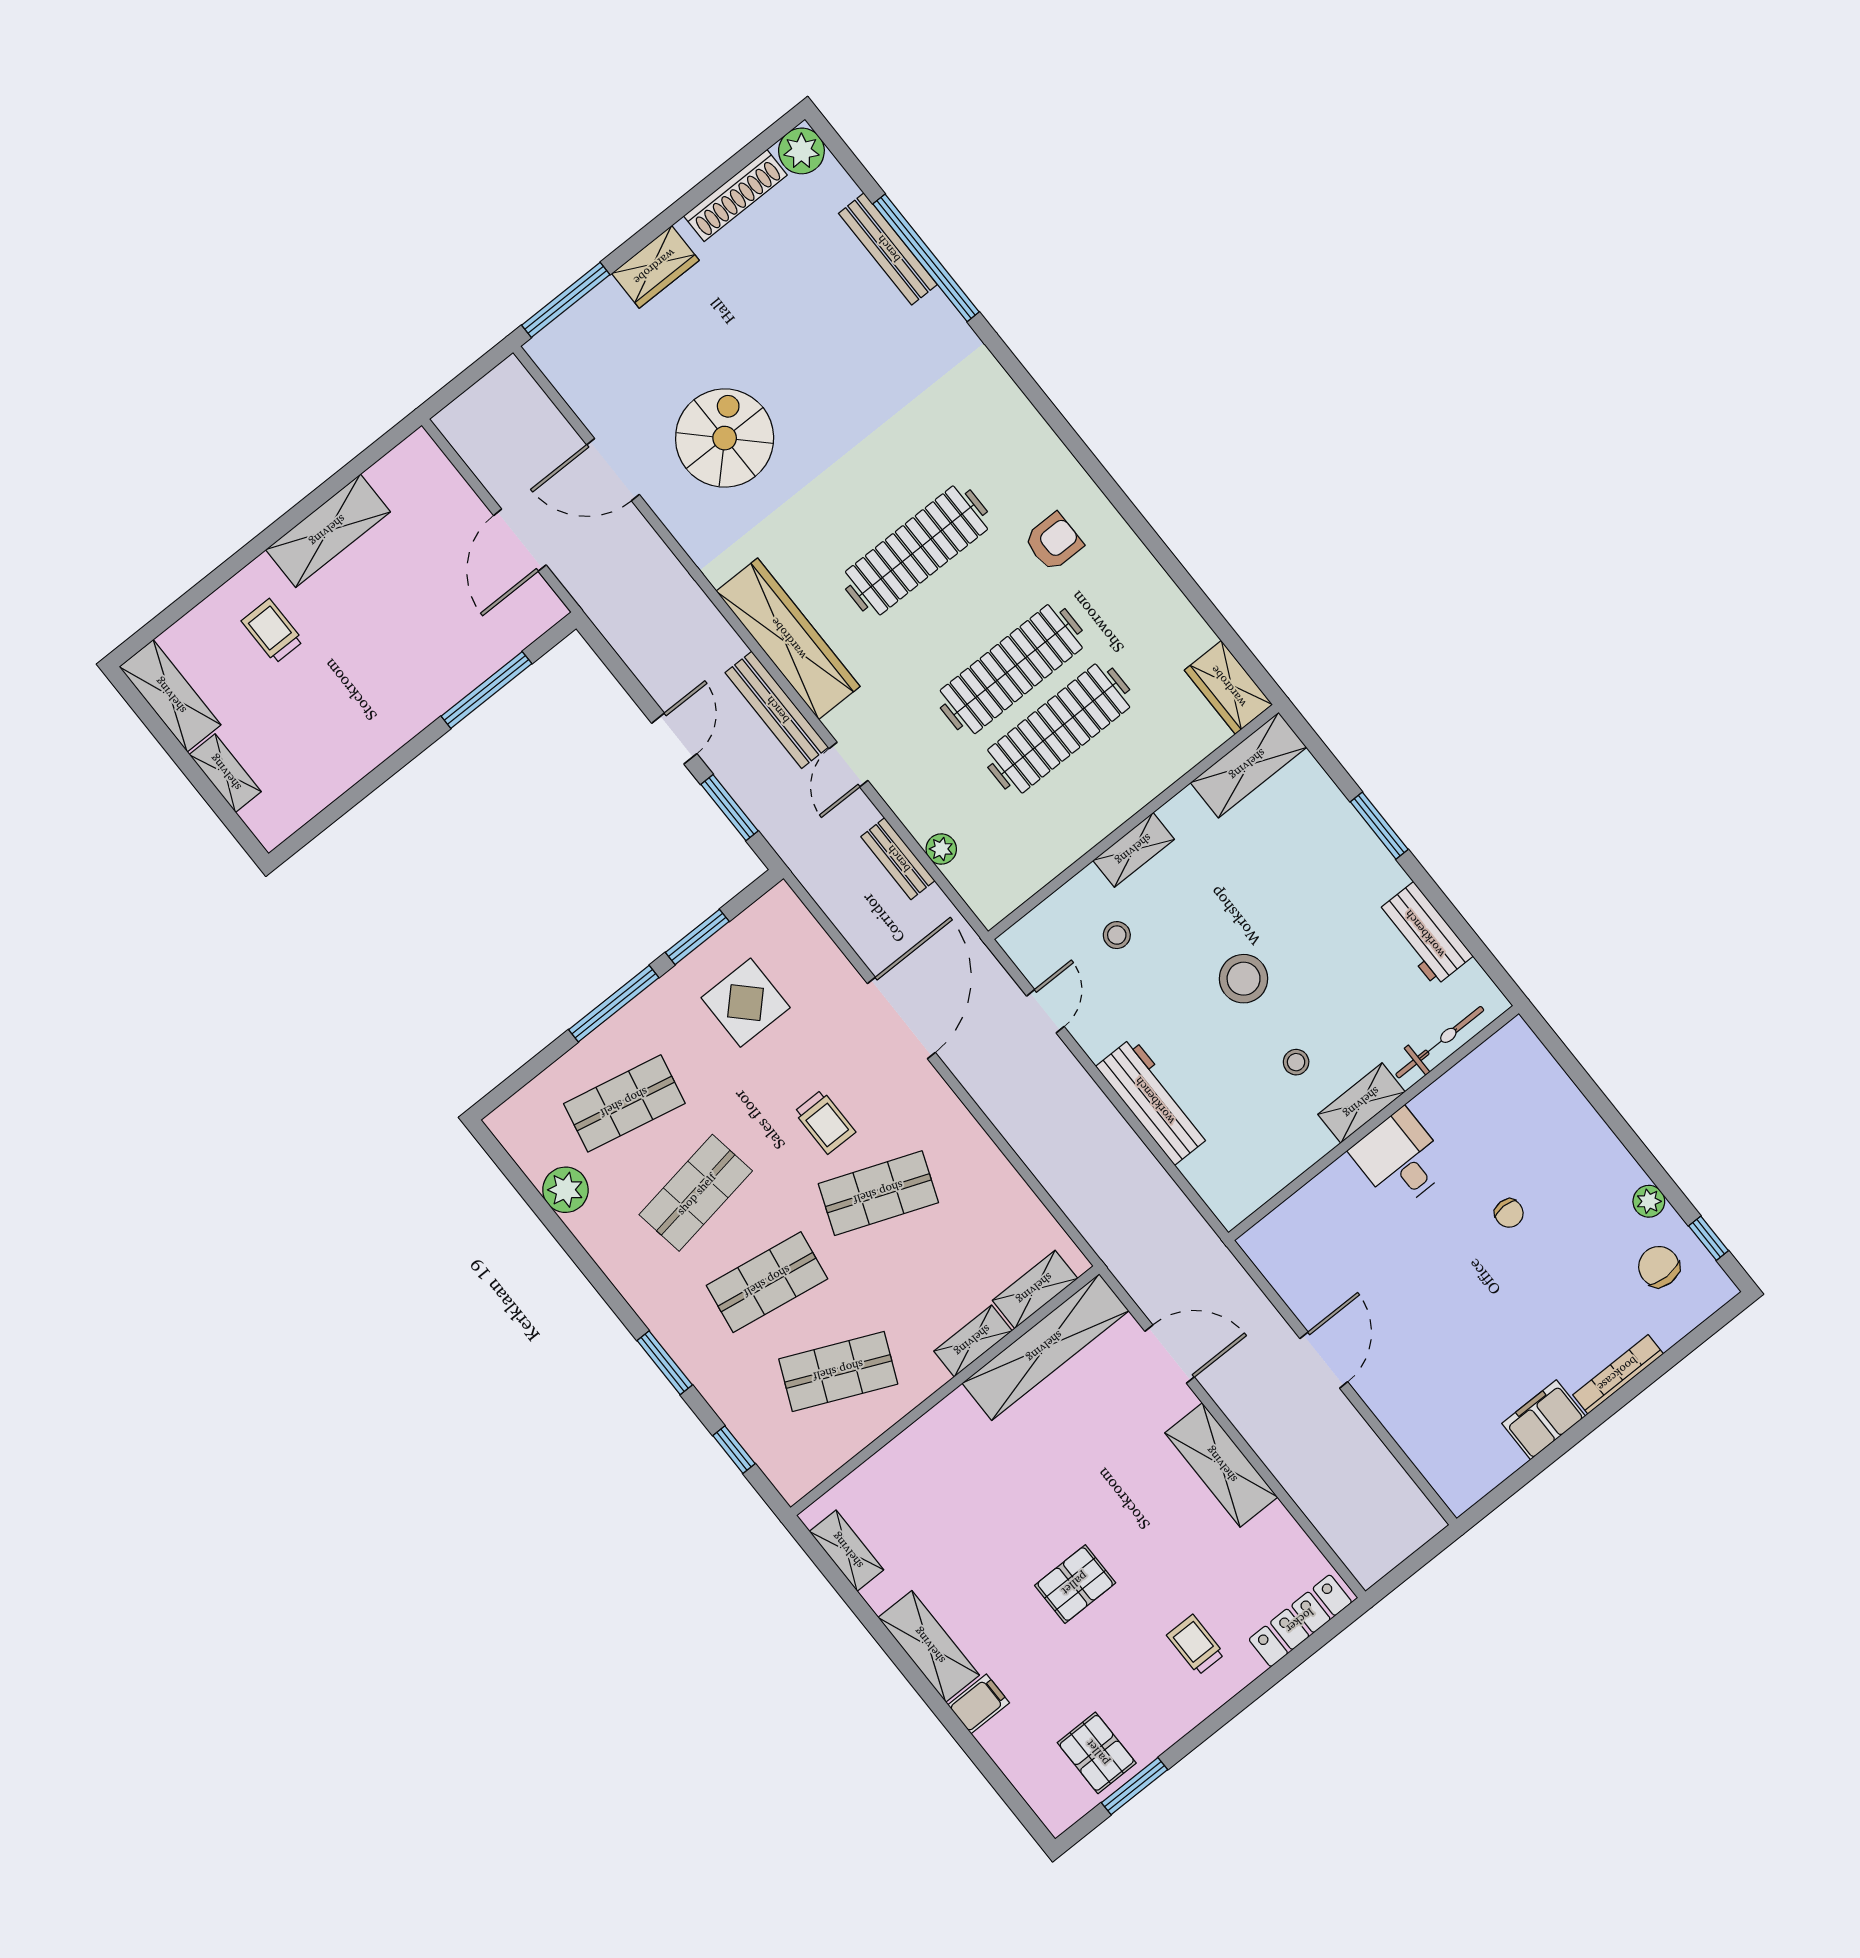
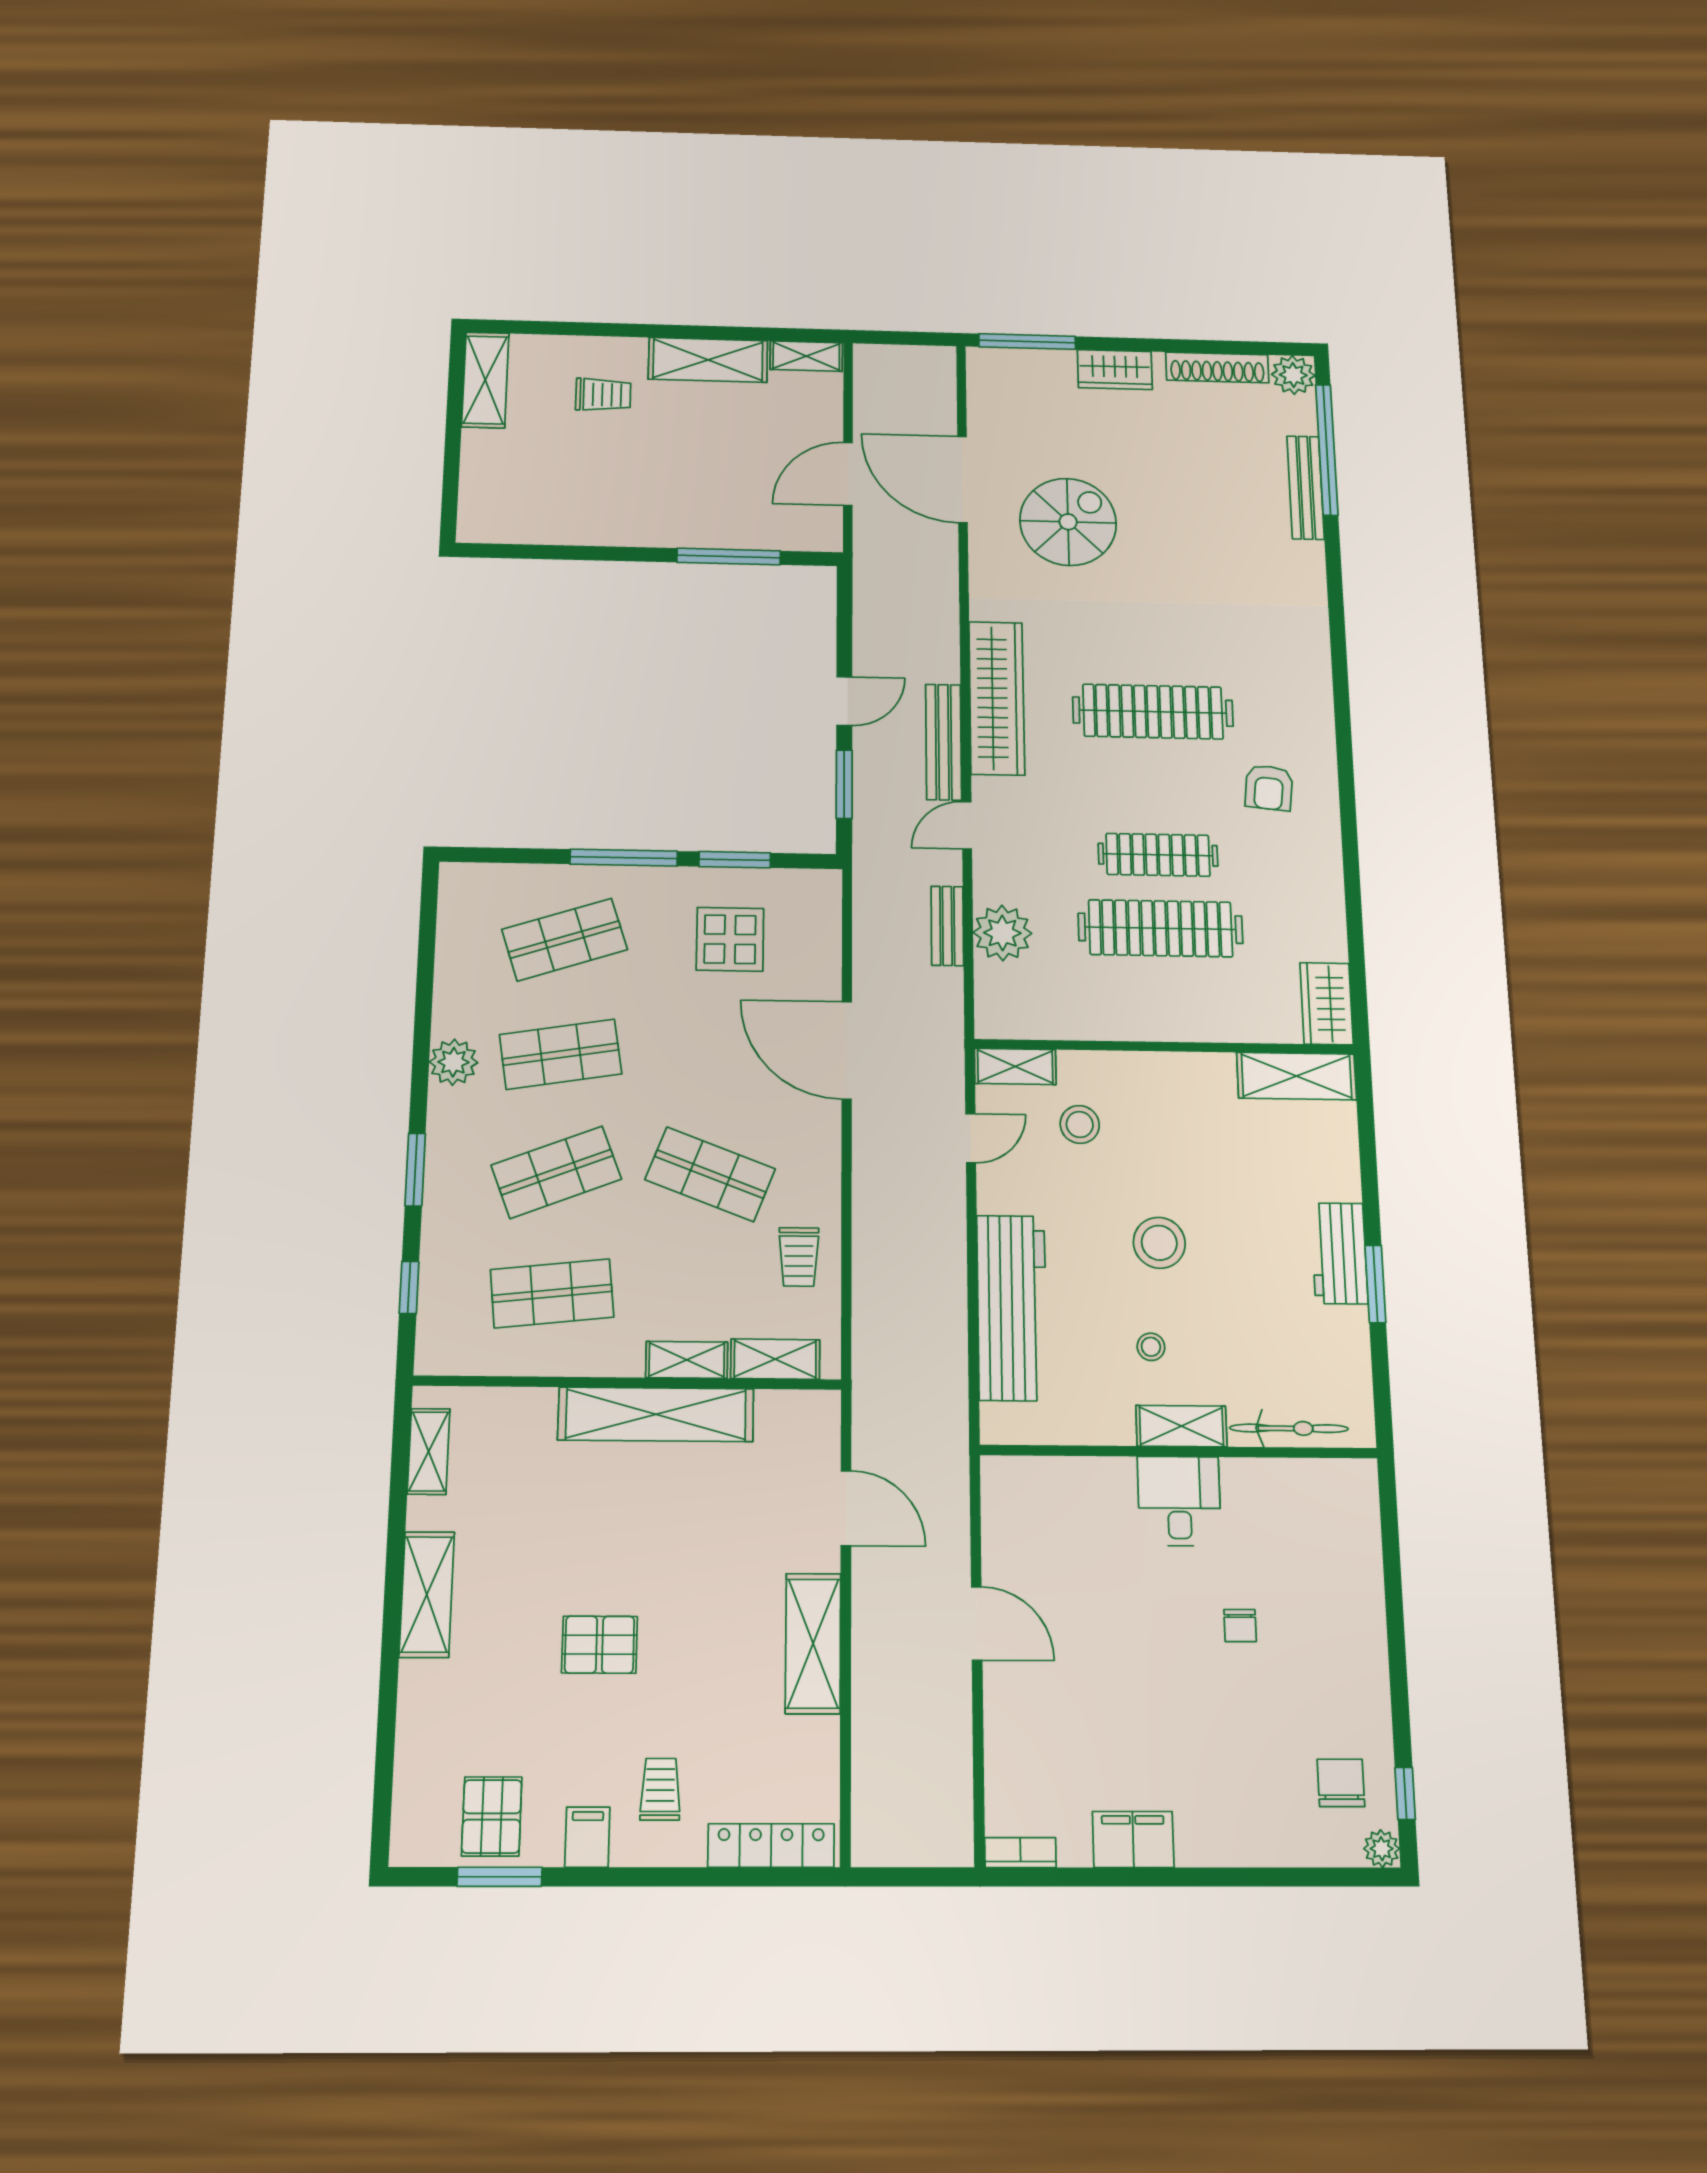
window: (926, 258) -> (1327, 450), moved
door: (613, 470) -> (963, 479), width x1.36
armchair: (1054, 542) -> (1269, 788), turned 96
trolley: (272, 631) -> (603, 395), turned 90
clothes rail: (1011, 669) -> (1158, 855), width x0.73, depth x0.76
shelving: (225, 773) -> (806, 356), moved, turned 90
window: (1379, 826) -> (1375, 1284), moved
plant: (941, 849) -> (1002, 933), width x1.88, depth x1.88
shelving: (1134, 850) -> (1015, 1066), moved
workbench: (1424, 934) -> (1339, 1253), moved
stool: (1117, 935) -> (1080, 1124), width x1.37, depth x1.37
door: (901, 1018) -> (847, 1050), swing flipped
workbench: (1154, 1101) -> (1012, 1307), width x1.36, depth x1.32
shop shelf: (624, 1103) -> (565, 940), turned -30
trolley: (825, 1122) -> (799, 1257), moved
plant: (565, 1190) -> (453, 1062), moved
plant: (1649, 1201) -> (1382, 1849), moved
shop shelf: (767, 1282) -> (556, 1172), turned -30
shelving: (1045, 1347) -> (656, 1414), moved
door: (1324, 1360) -> (977, 1623), hinge flipped
shop shelf: (838, 1371) -> (552, 1293), turned -30
bookcase: (1618, 1374) -> (1020, 1853), moved, width x0.64
filing cabinet: (979, 1704) -> (587, 1837), moved, turned -90

